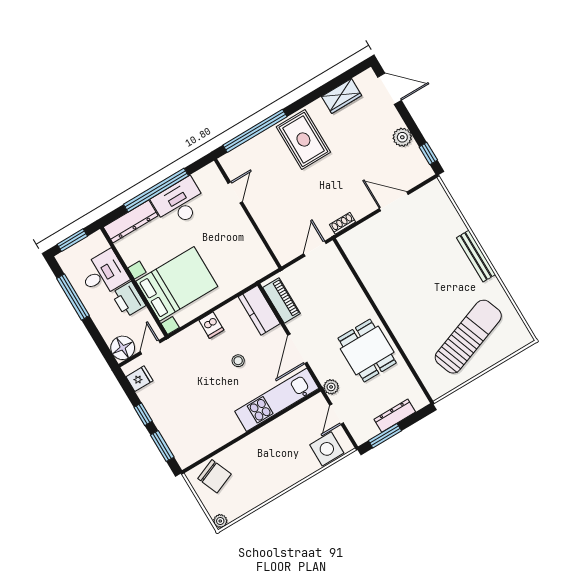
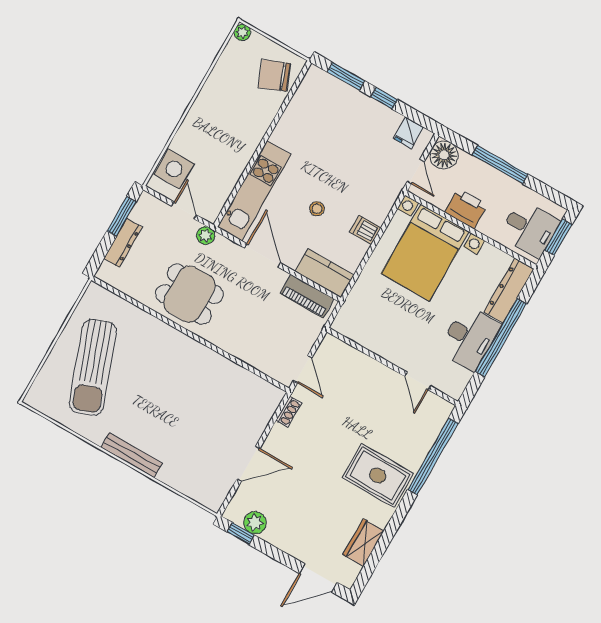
plant: (402, 137) -> (255, 523), moved
desk: (104, 274) -> (530, 229), moved, turned -90
window: (73, 297) -> (500, 165), moved

